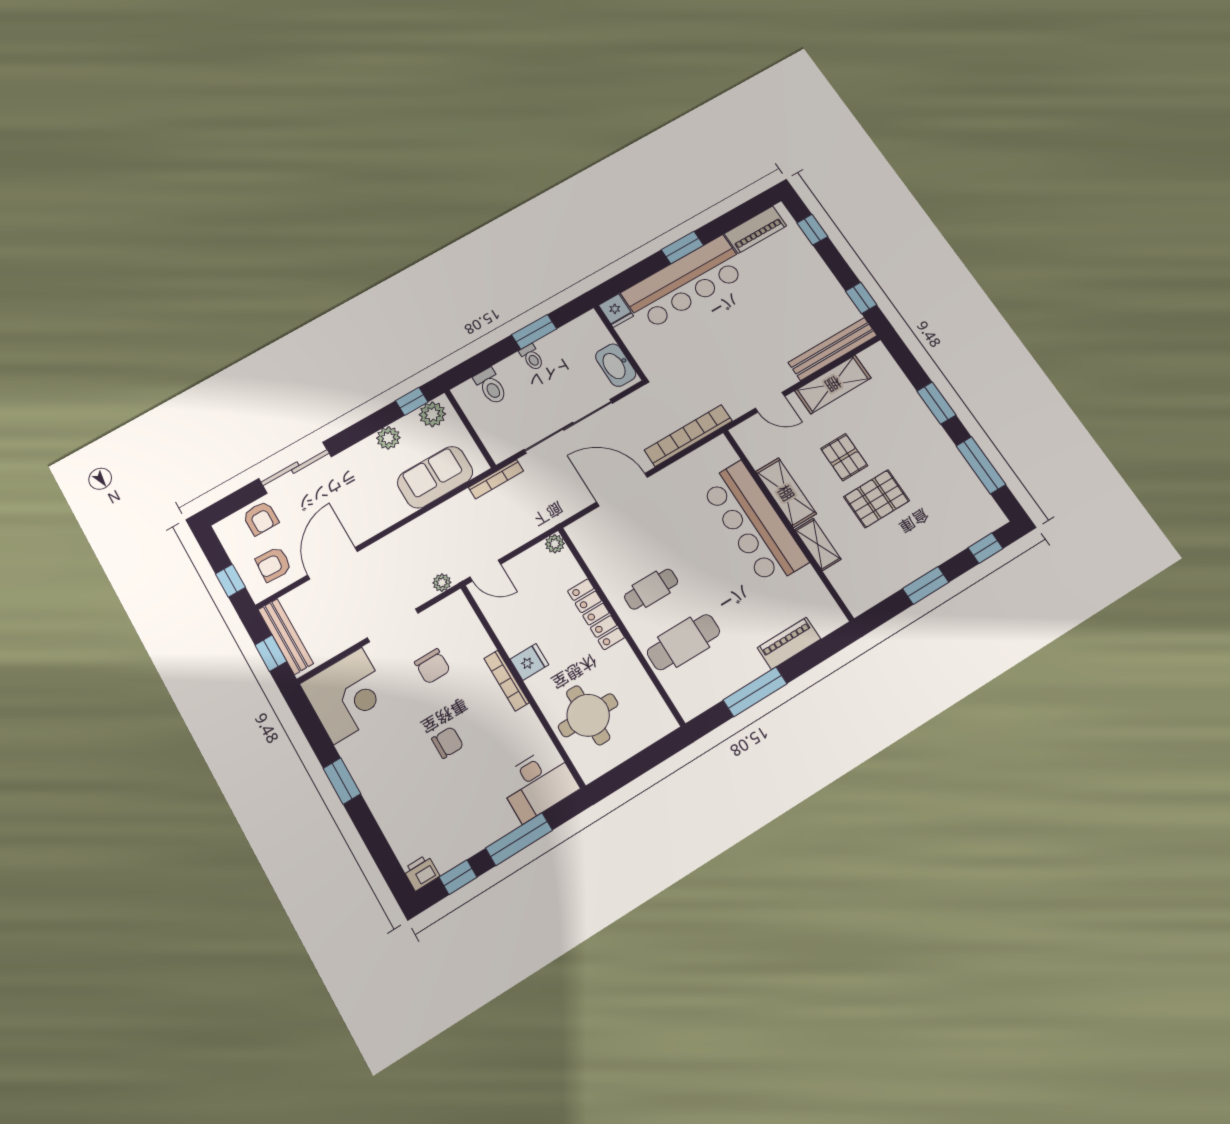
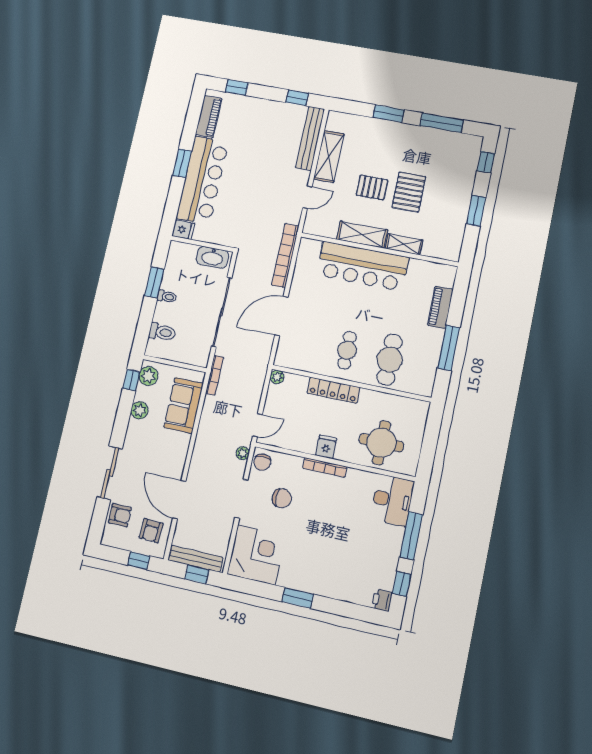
chair: (447, 742) -> (262, 462), moved, turned 180

